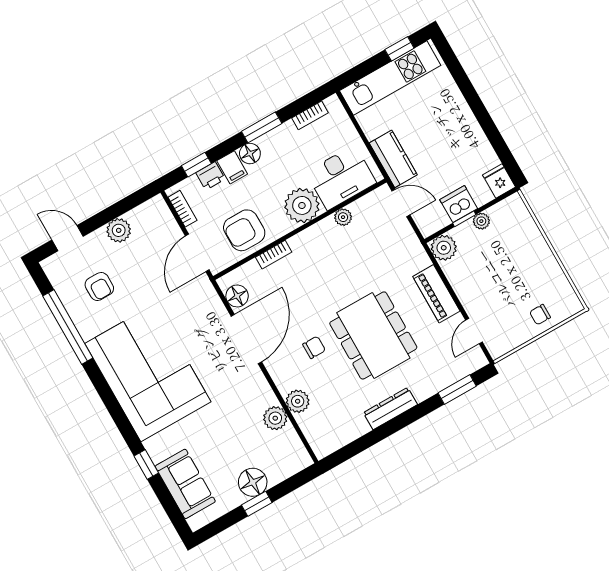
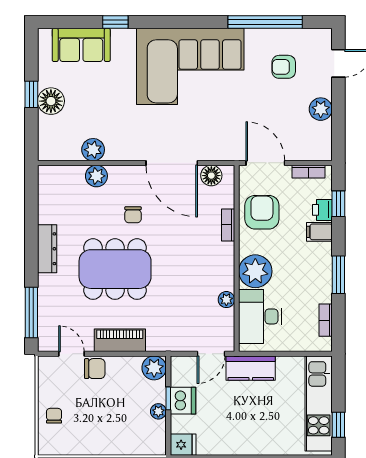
floor lamp: (250, 154) -> (322, 253), removed
chair: (475, 302) -> (95, 369), added
window: (457, 390) -> (31, 312), width x1.44

